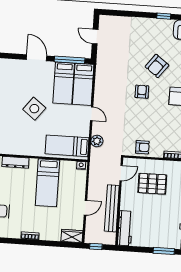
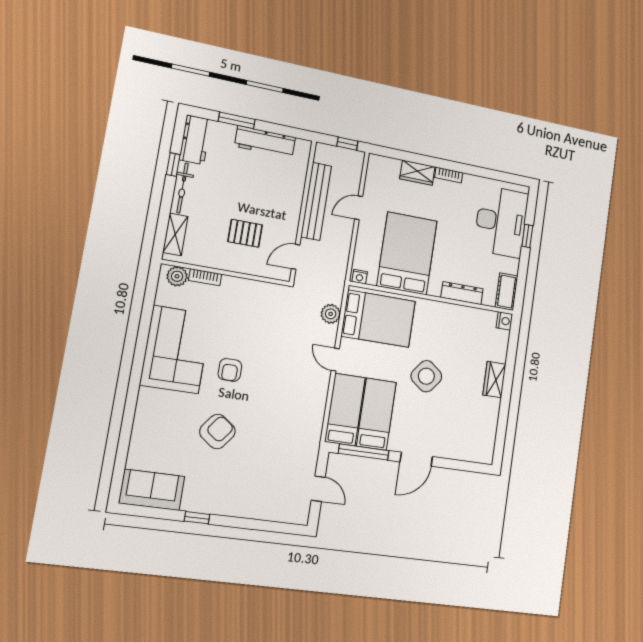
door: (37, 58) -> (416, 459), hinge flipped
armchair: (142, 92) -> (230, 370), moved
bed: (67, 146) -> (378, 319), width x1.50
armchair: (142, 147) -> (256, 296), removed
bed: (47, 183) -> (407, 253), width x1.50
pallet: (152, 184) -> (245, 233), width x0.67, depth x0.71
workbench: (125, 228) -> (265, 142), moved, turned -90
wardrobe: (72, 236) -> (417, 173), moved

